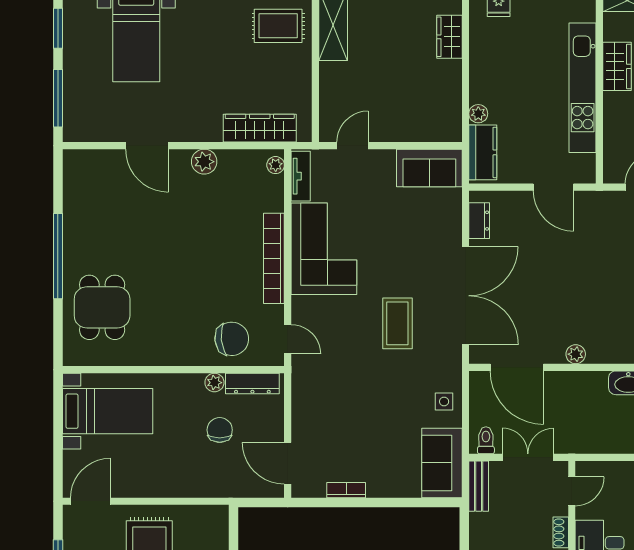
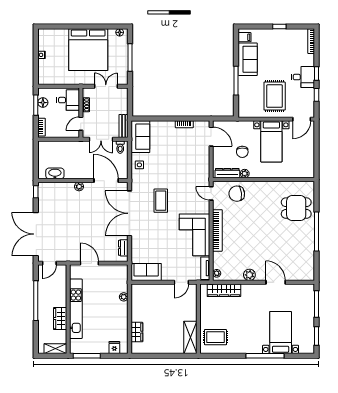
kitchen counter: (483, 152) -> (122, 279), removed
dining table: (102, 307) -> (296, 208), turned 90
bed with nightstands: (108, 411) -> (271, 141), moved, turned -90

